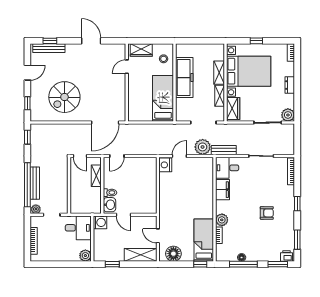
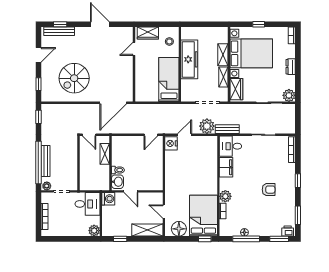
door: (117, 156) -> (151, 135), moved
bed: (204, 240) -> (203, 216), width x1.50

